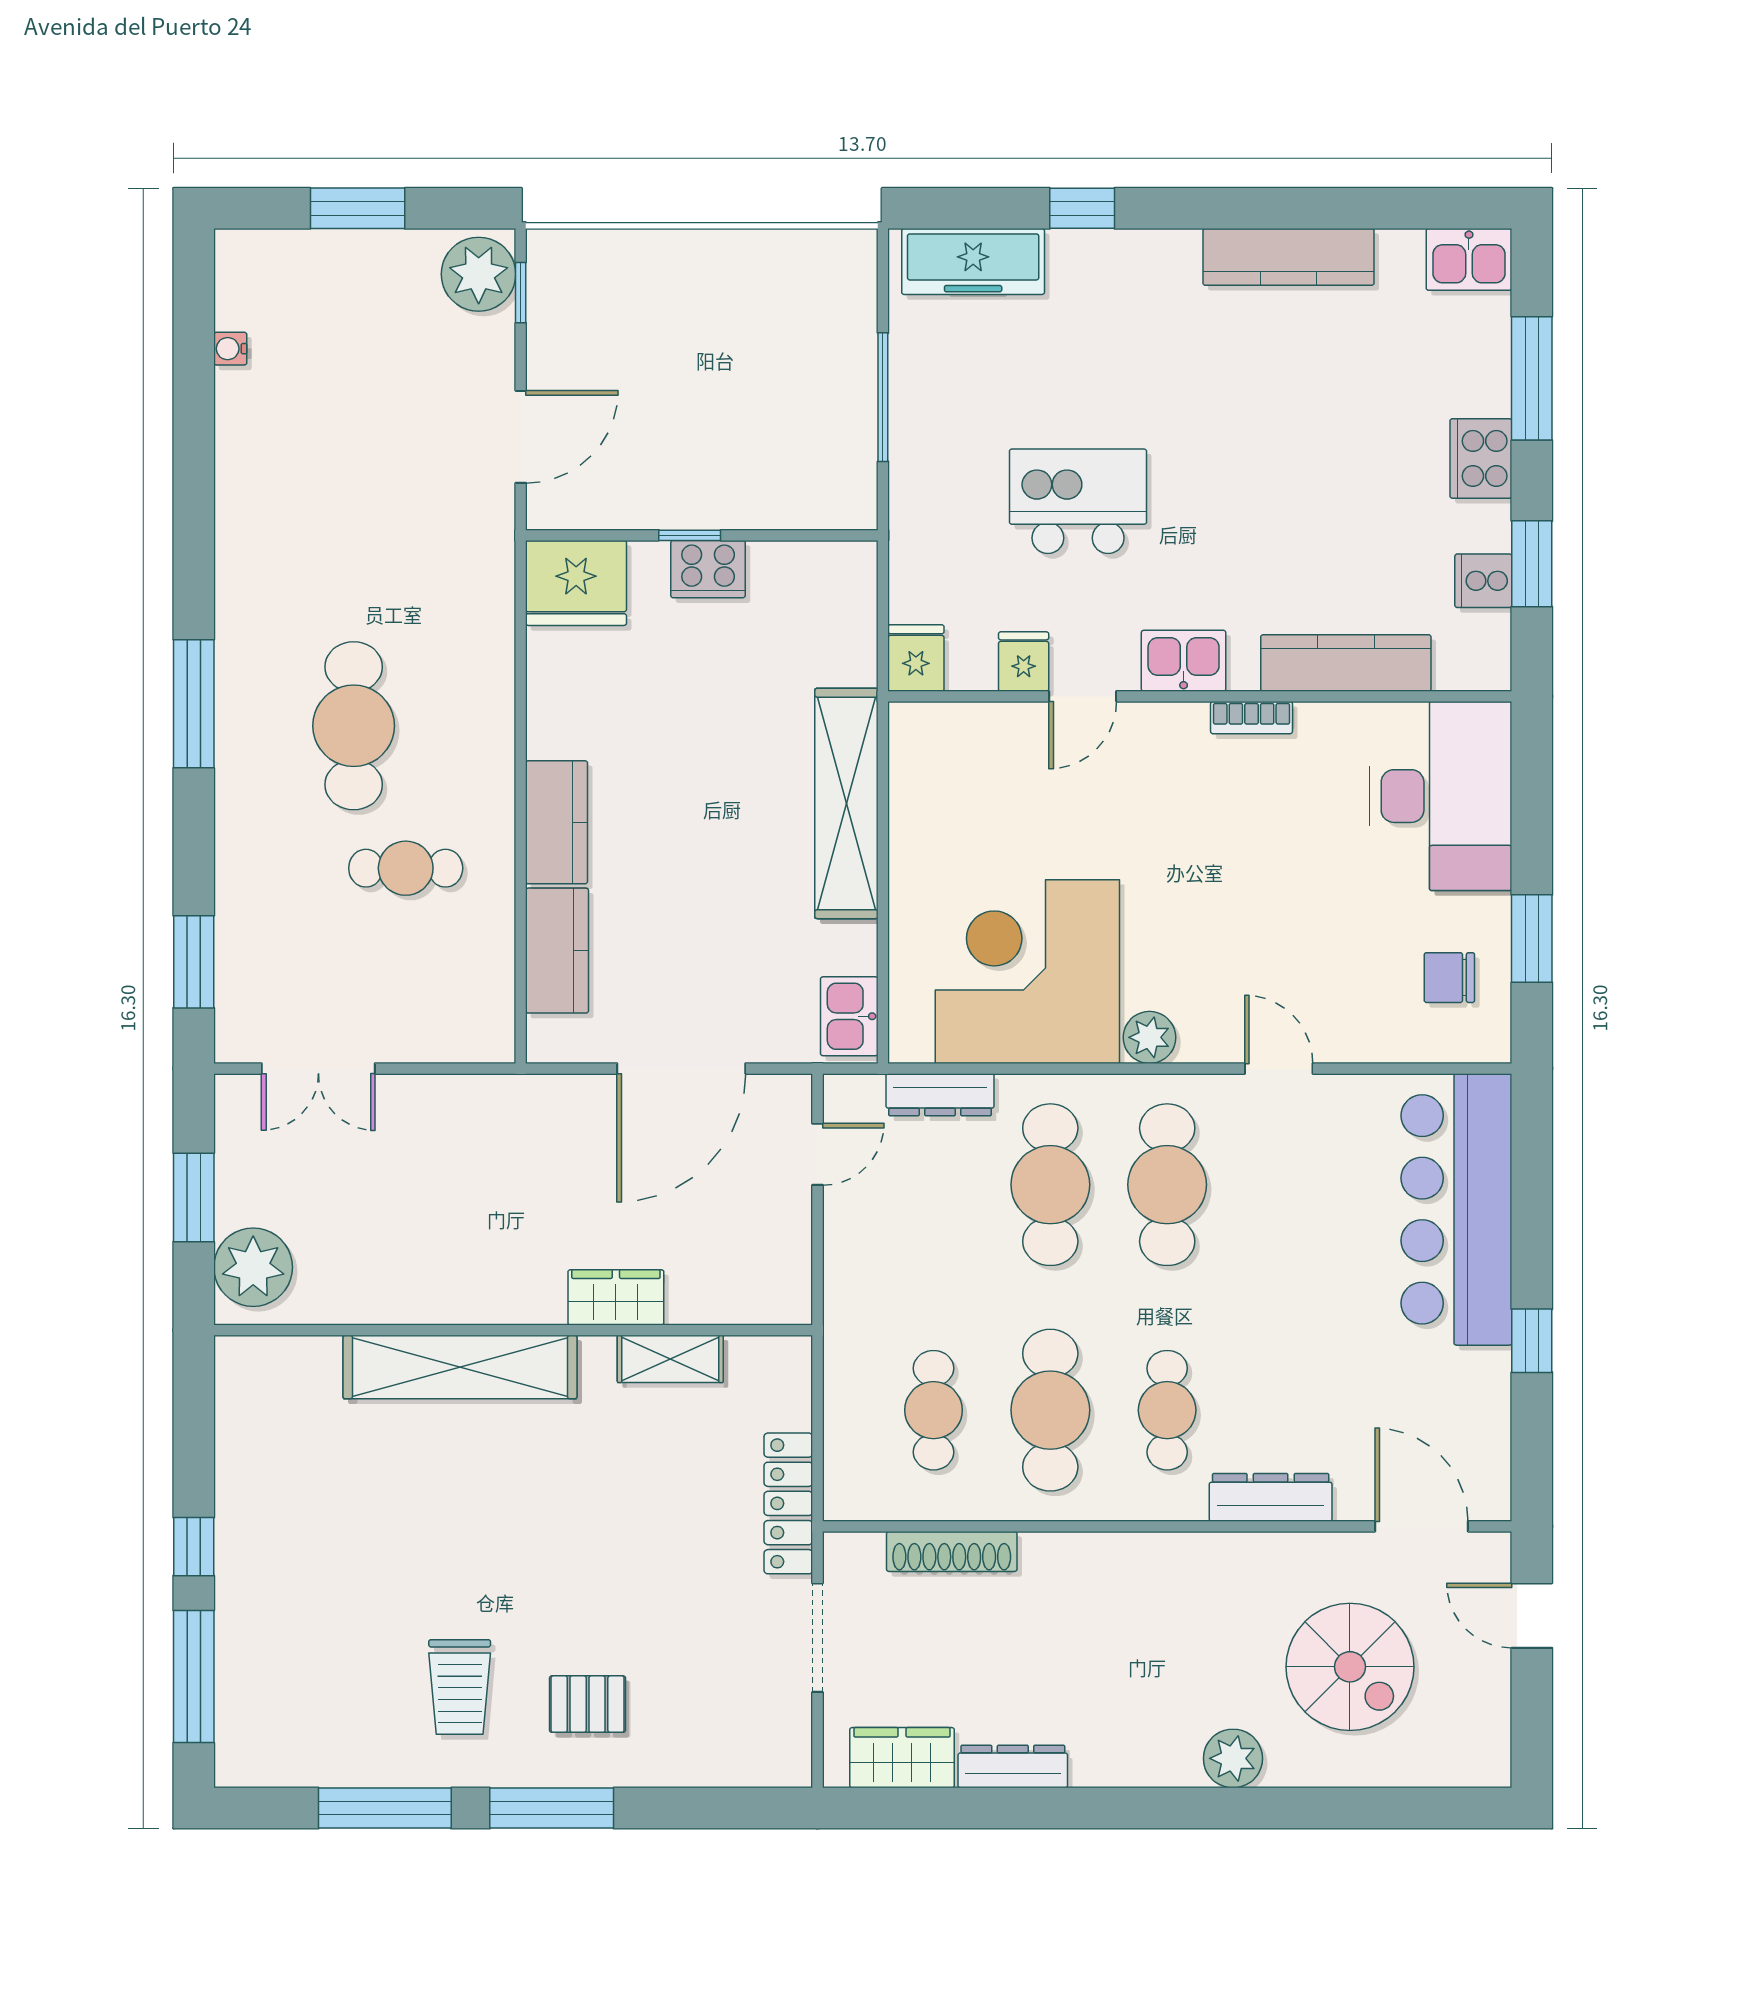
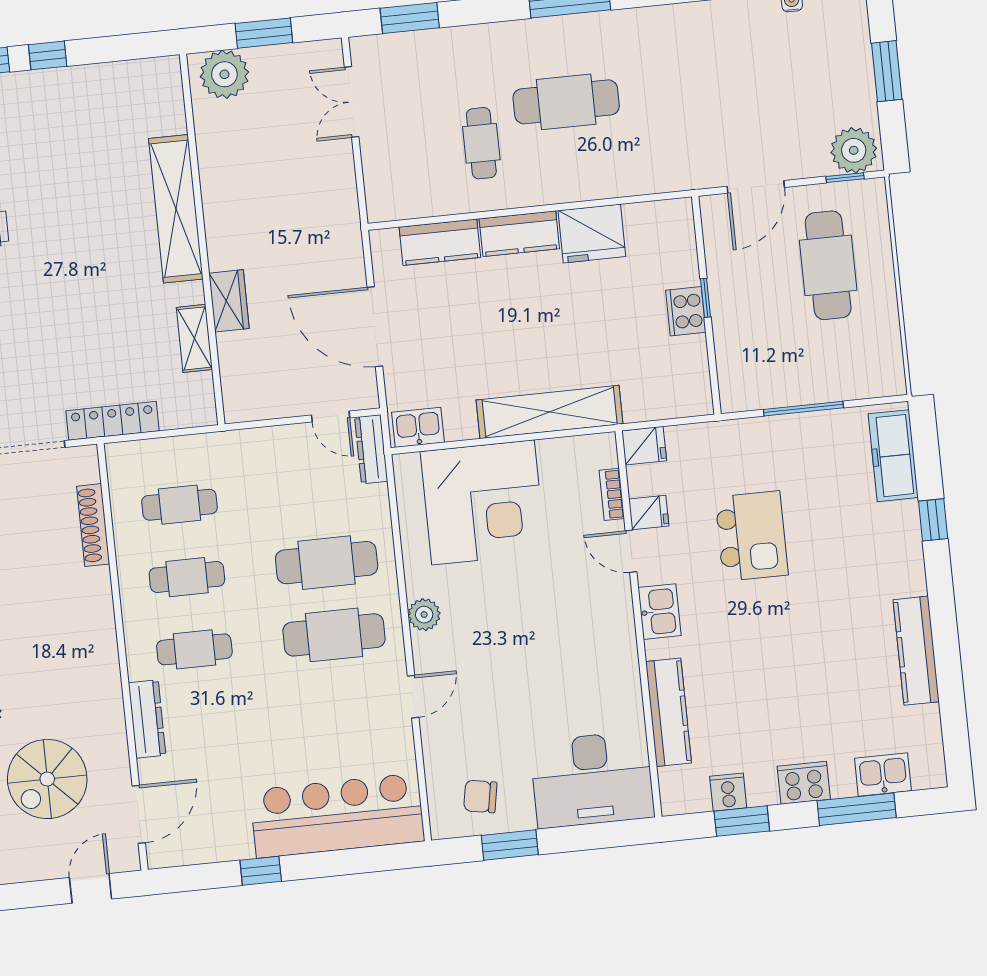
kitchen sink: (1469, 259) -> (883, 774), moved, turned 90
cafe table: (658, 334) -> (828, 265), added
door: (521, 437) -> (756, 187), hinge flipped
fridge: (576, 583) -> (592, 234), moved, turned -90
bookcase: (1252, 718) -> (612, 494), moved
corner desk: (1027, 972) -> (483, 502), moved, turned 90
chair: (1449, 978) -> (480, 796), turned -80
dresser: (940, 1095) -> (371, 449), moved
cafe table: (1050, 1410) -> (187, 577), width x0.73, depth x0.74

